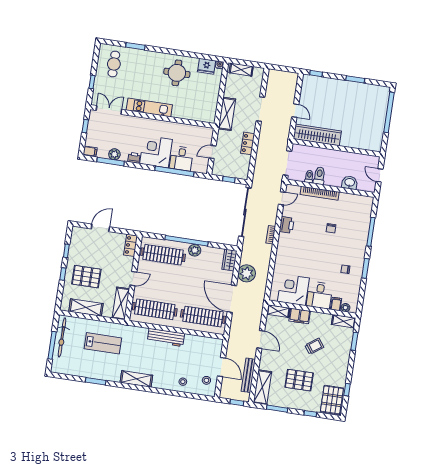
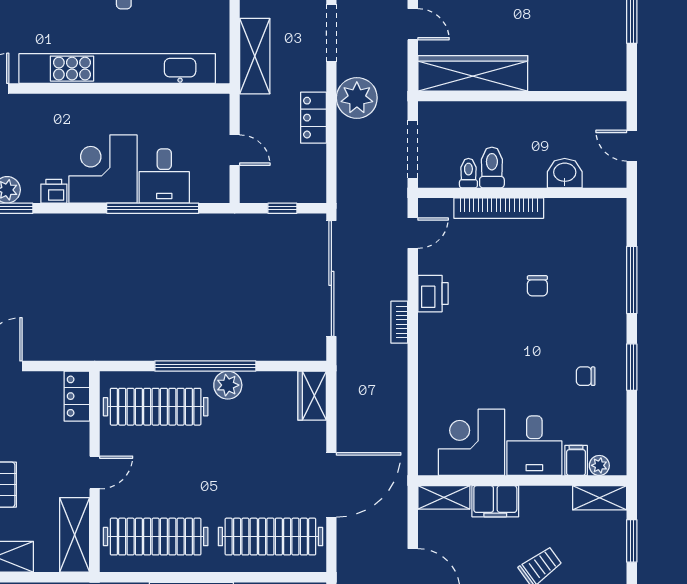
kitchen unit: (149, 107) -> (117, 69), width x1.86
door: (212, 152) -> (235, 150), swing flipped
plant: (247, 273) -> (357, 98), moved
door: (232, 299) -> (331, 485), swing flipped

